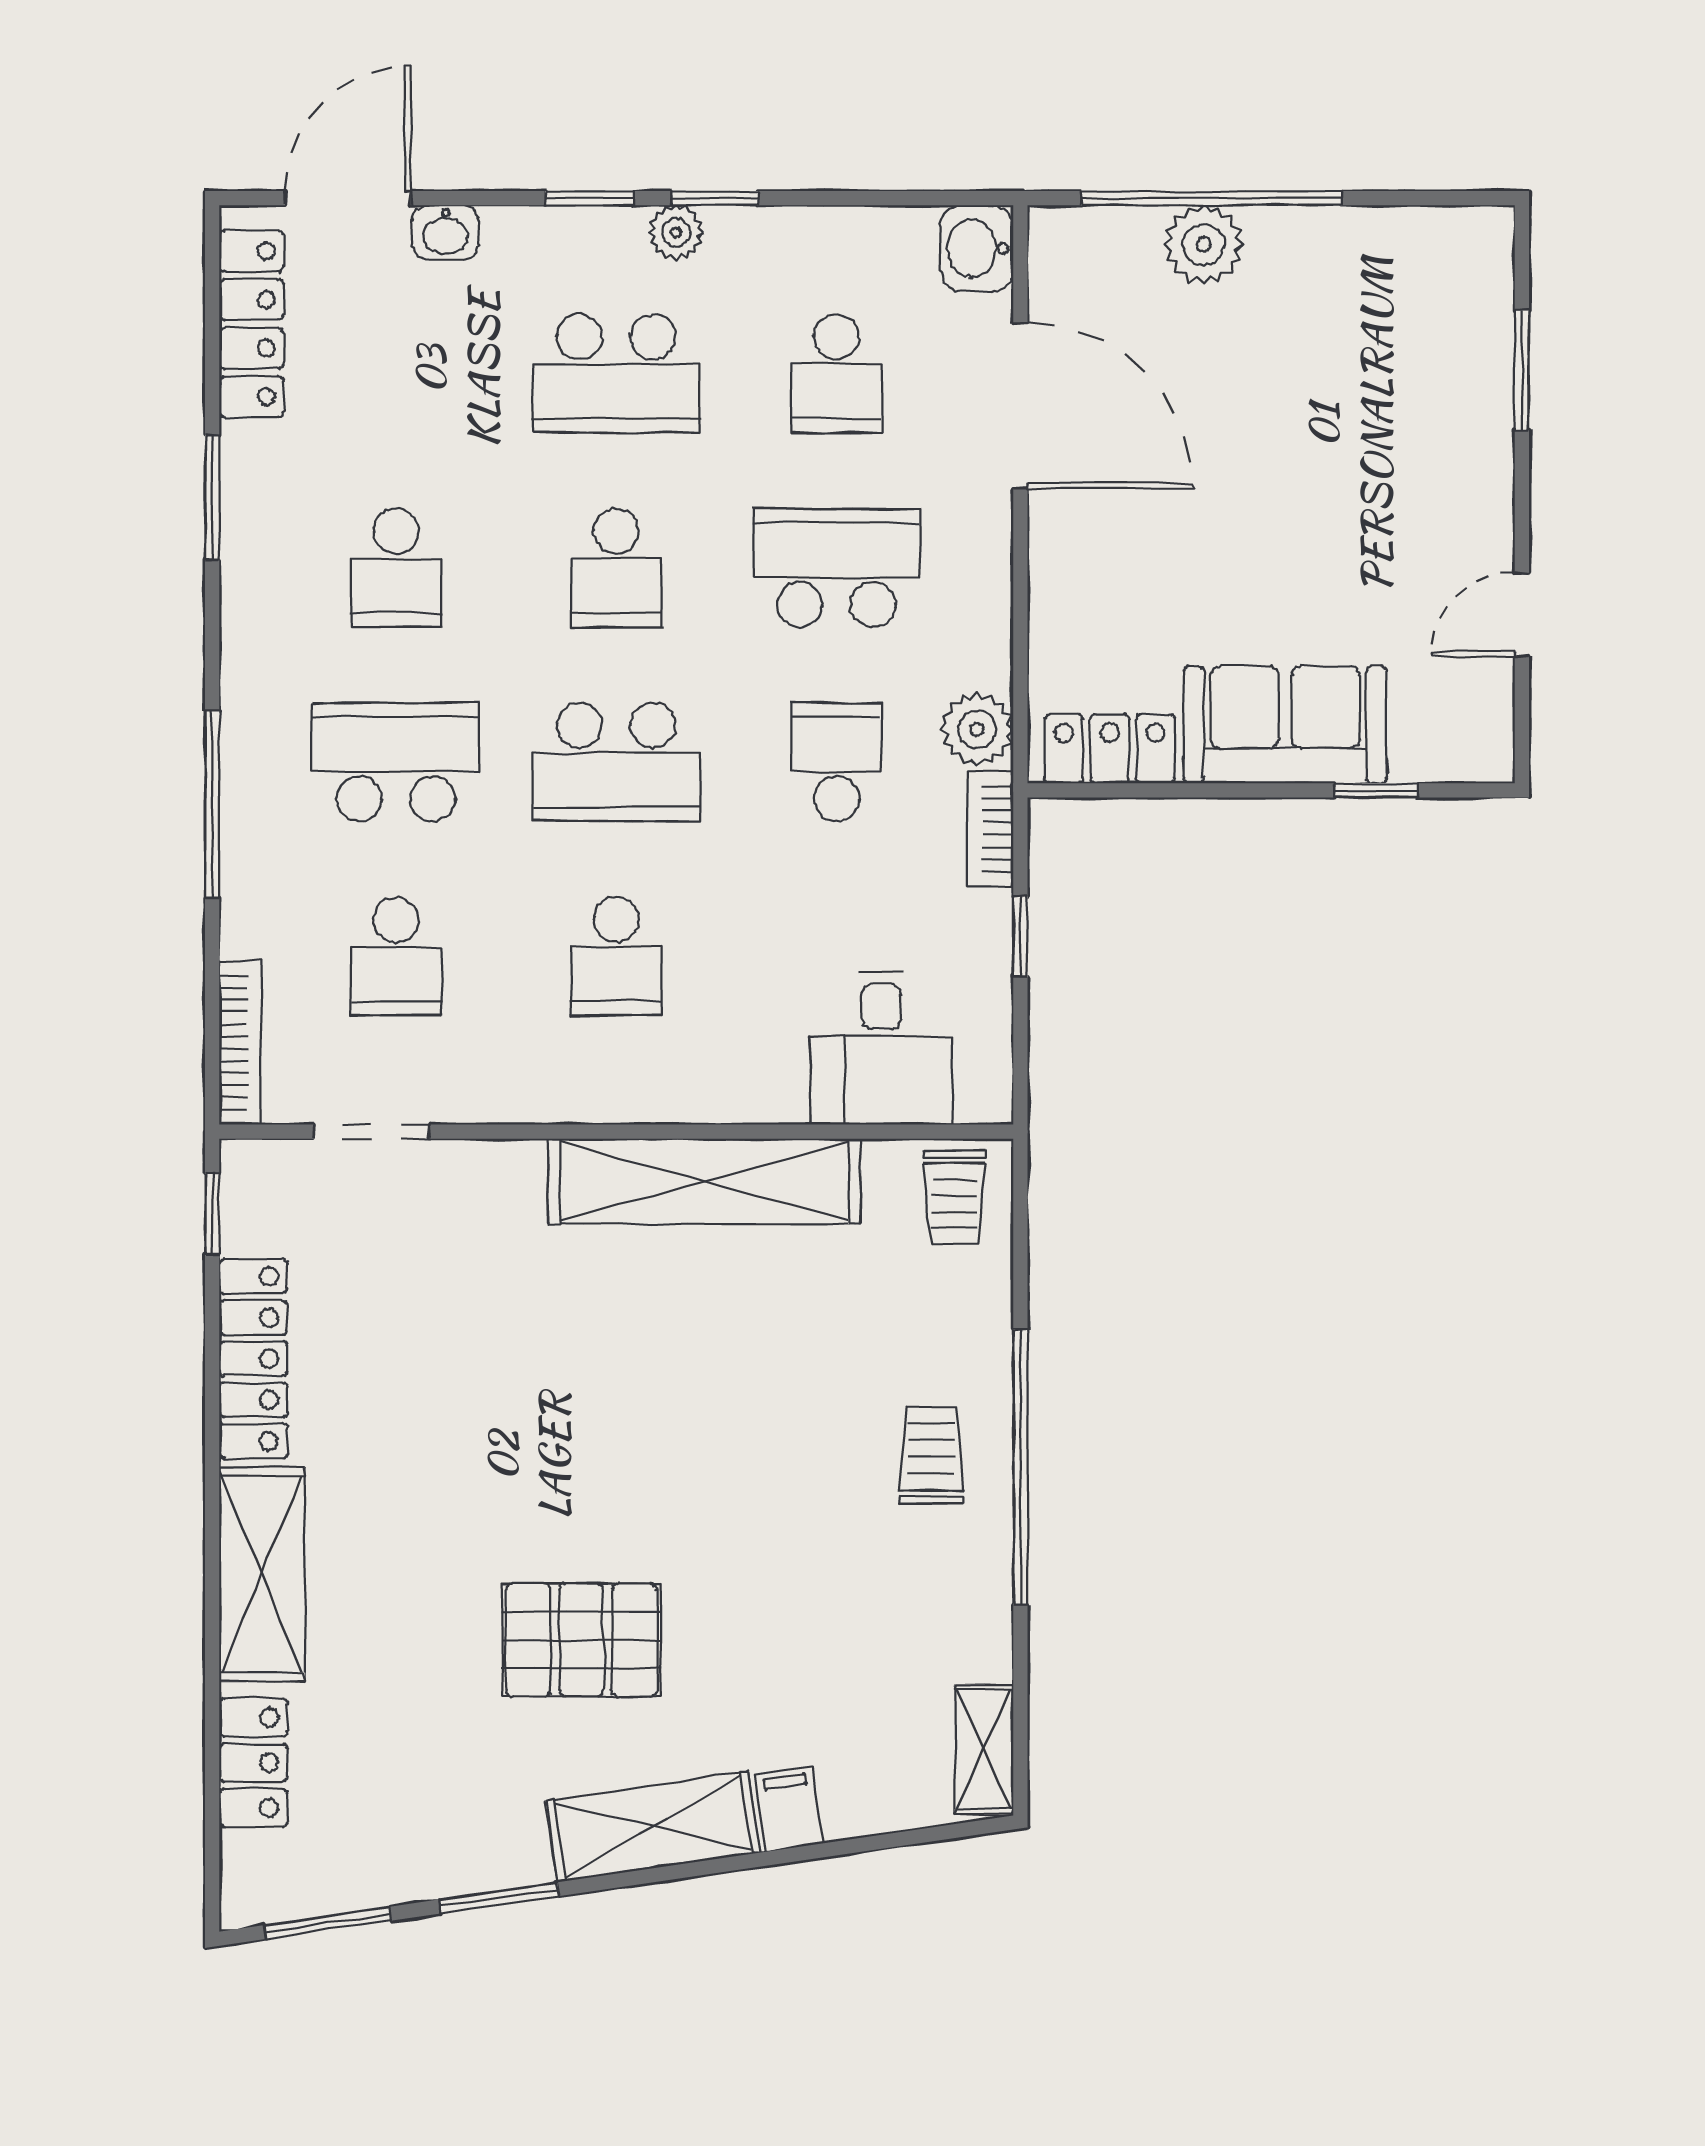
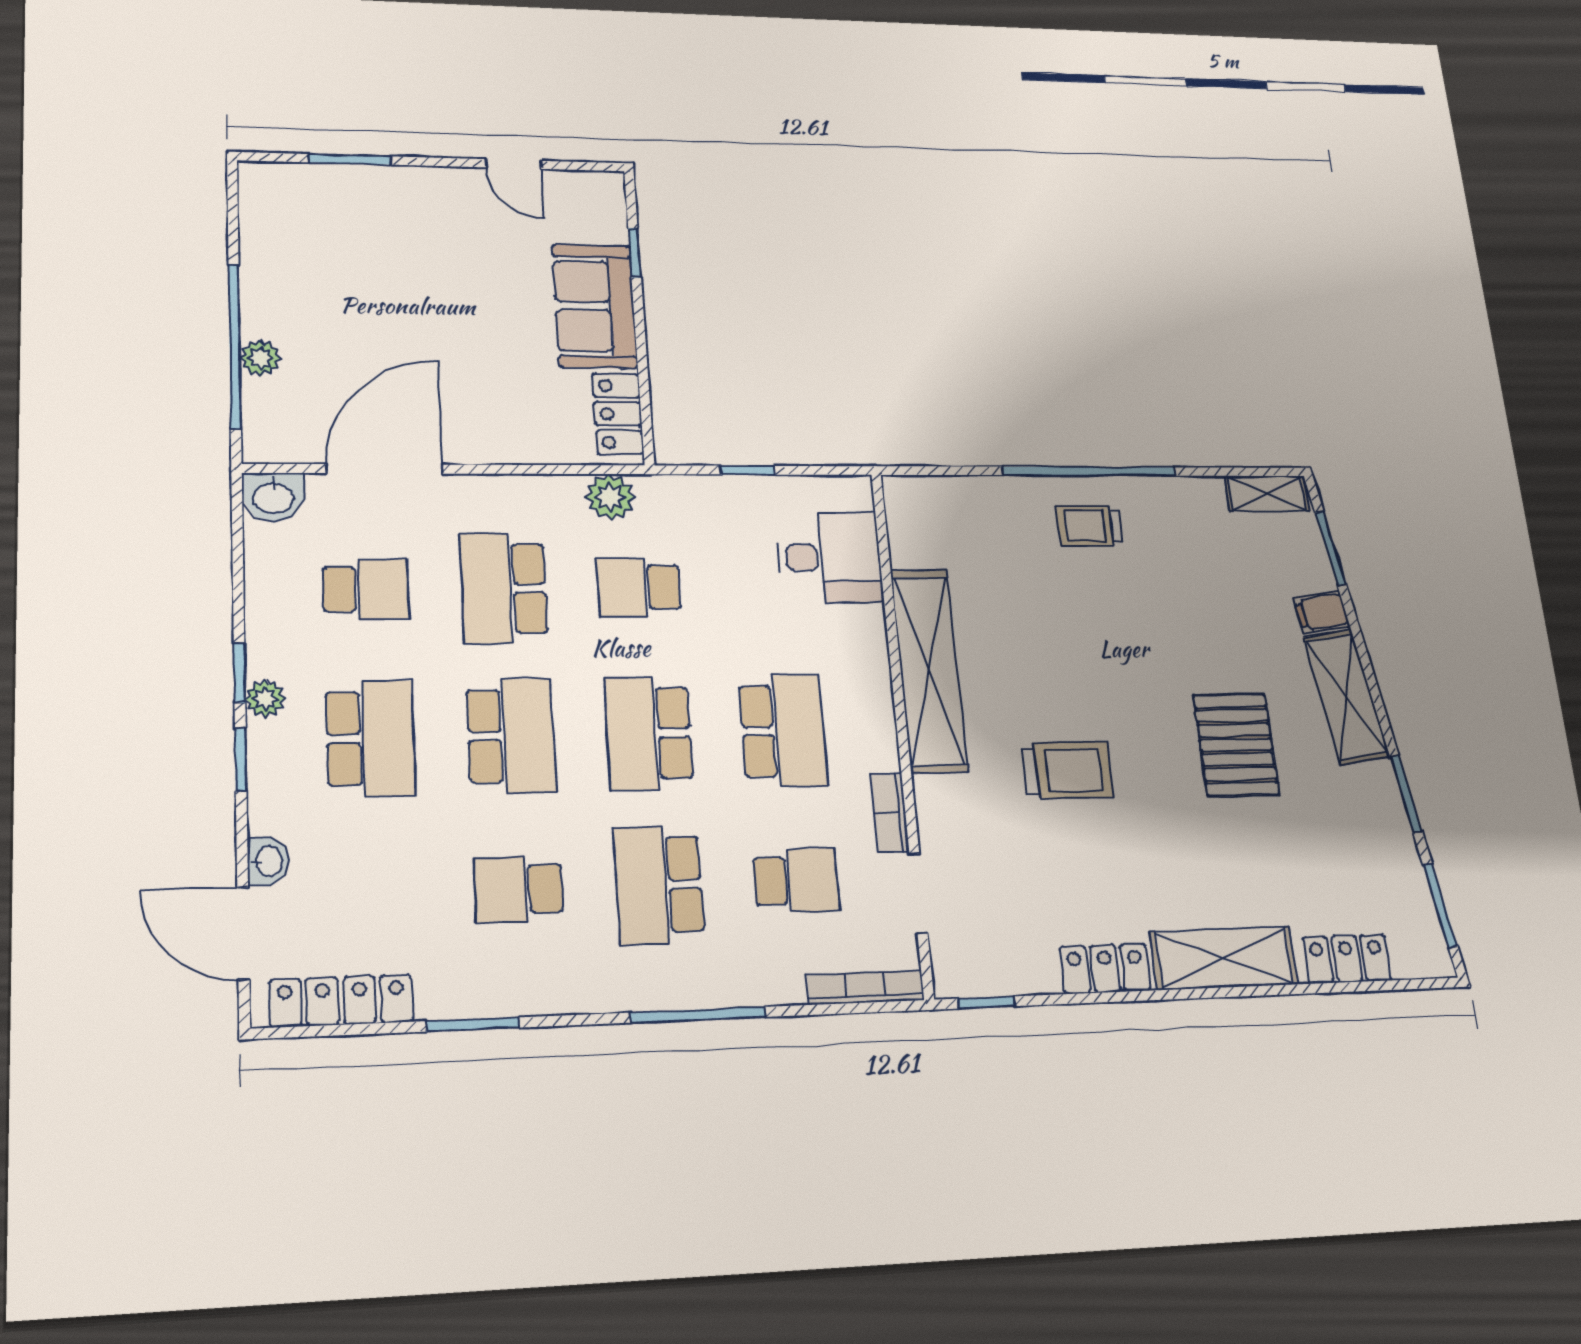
plant: (1204, 245) -> (260, 358), width x0.73, depth x0.73
school desk: (396, 568) -> (519, 889), turned 180
school desk: (616, 568) -> (511, 736), width x1.85
school desk: (616, 762) -> (649, 733), turned 180
bookcase: (990, 829) -> (890, 813), moved, turned 90
school desk: (616, 956) -> (783, 731), width x1.85
trolley: (954, 1197) -> (1068, 770), moved, width x1.36, depth x1.39
locker: (253, 1359) -> (1105, 969), width x0.66
window: (893, 1840) -> (1330, 548), added

